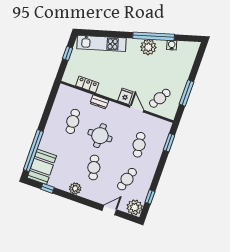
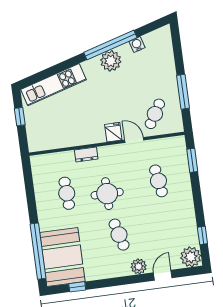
locker: (87, 84) -> (61, 141), removed
booth: (42, 167) -> (62, 257), width x1.36, depth x1.42
cafe table: (127, 179) -> (165, 228), removed
plant: (75, 188) -> (139, 266), moved

